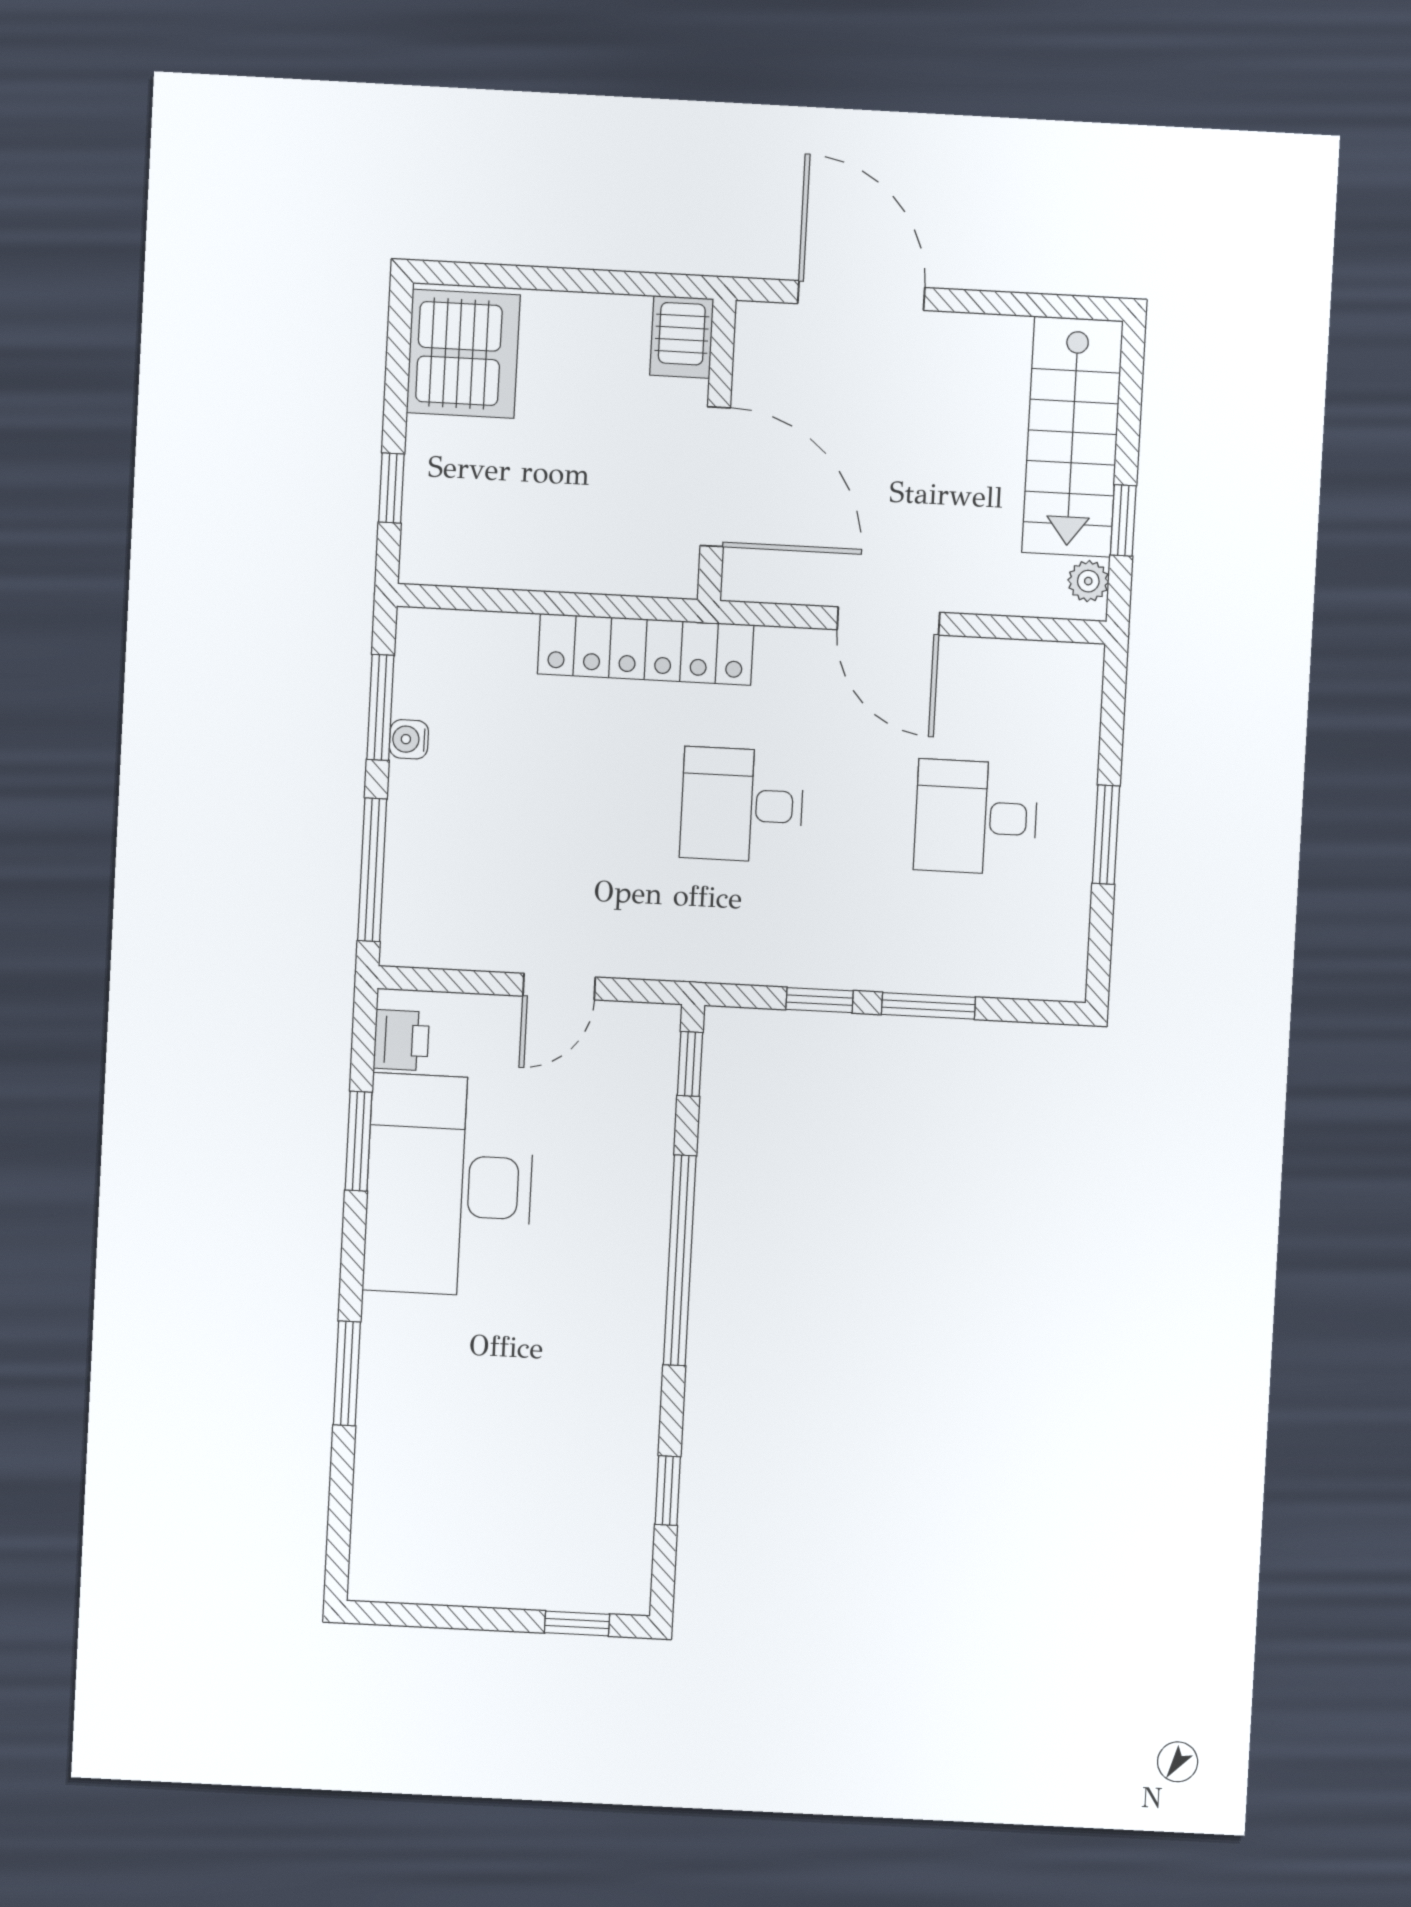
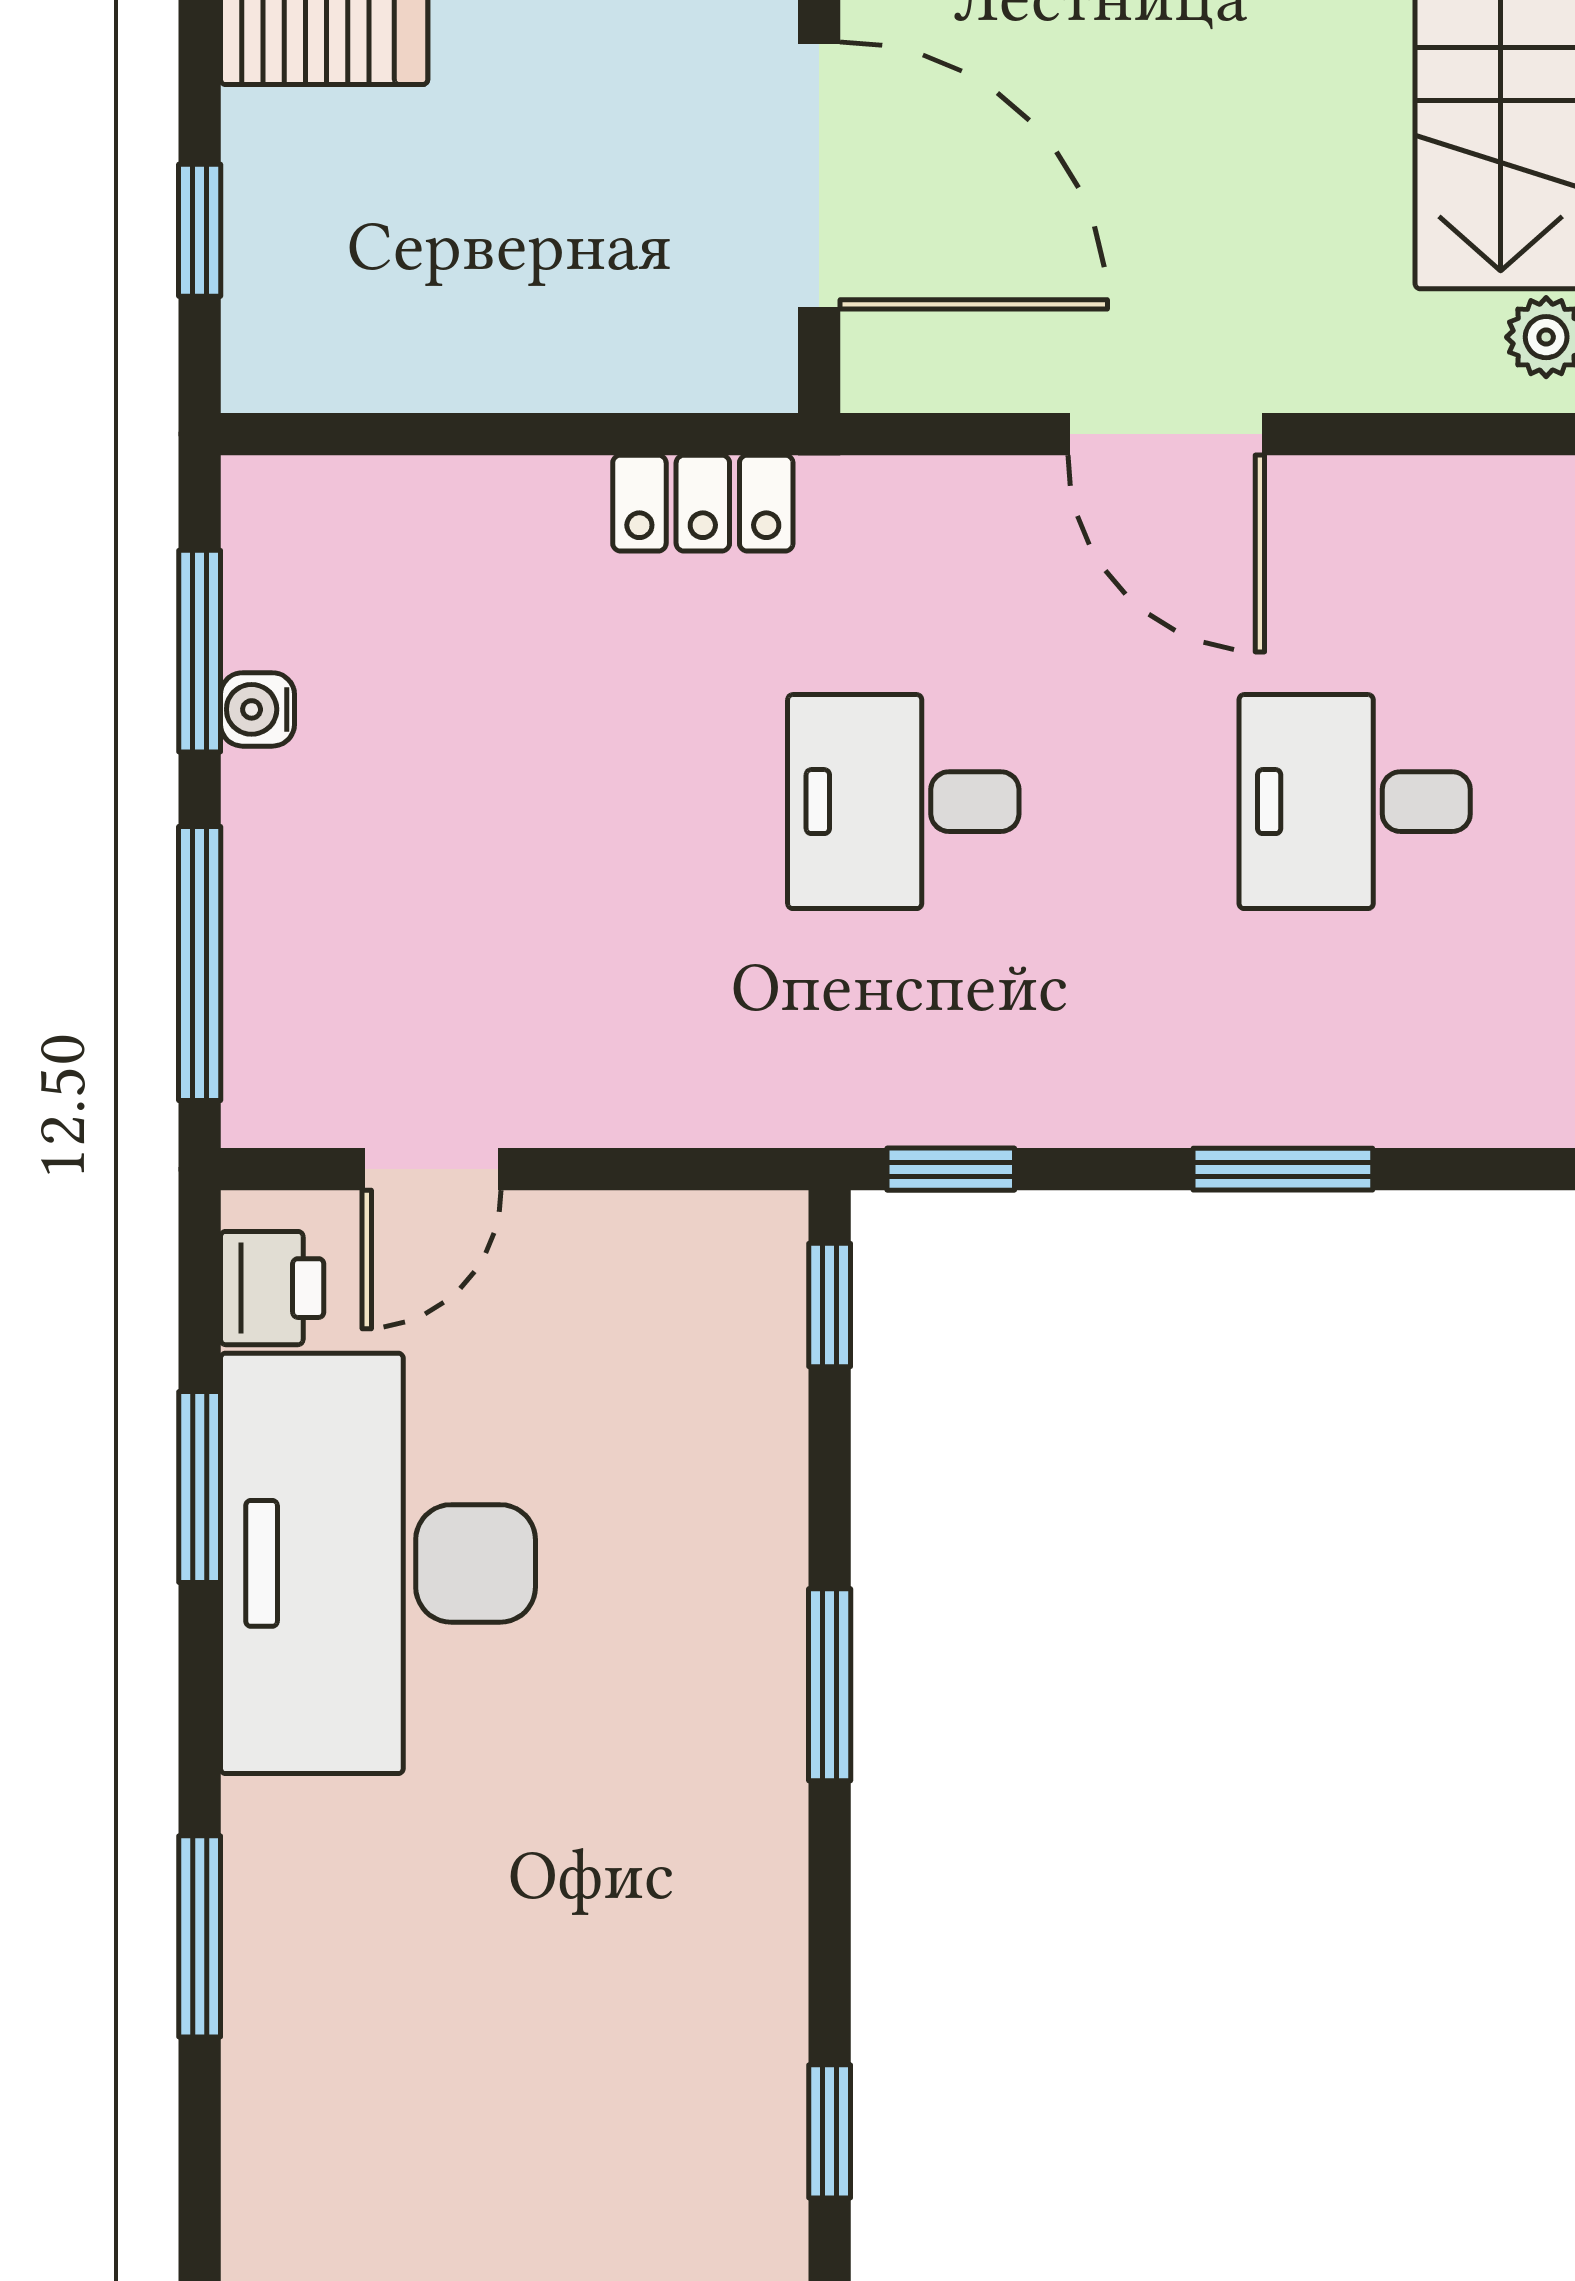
locker: (646, 649) -> (703, 503), width x0.46, depth x0.83
door: (559, 987) -> (431, 1169), moved
window: (820, 1000) -> (951, 1169), moved
window: (680, 1260) -> (830, 1685), width x0.47

